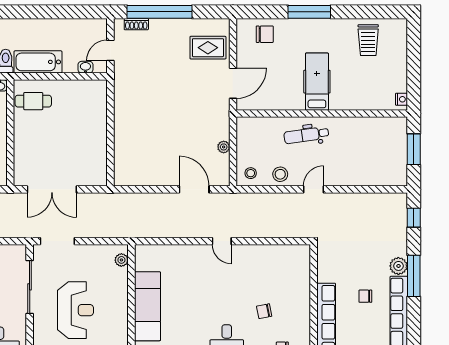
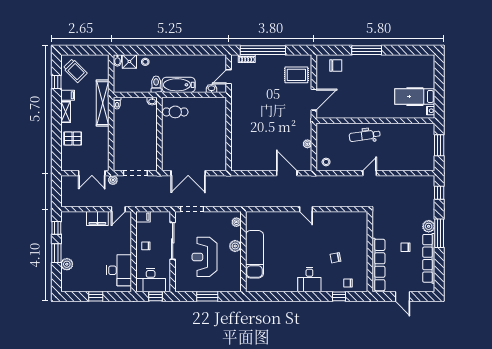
trolley: (368, 40) -> (408, 70), removed
hospital bed: (317, 82) -> (415, 97), moved, turned -90
stool: (280, 174) -> (347, 163), removed
plant: (120, 294) -> (235, 246), added
reception desk: (75, 310) -> (205, 257), turned 180

